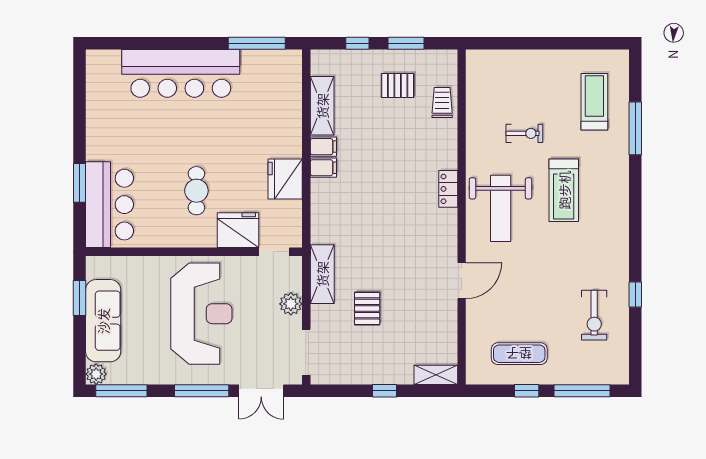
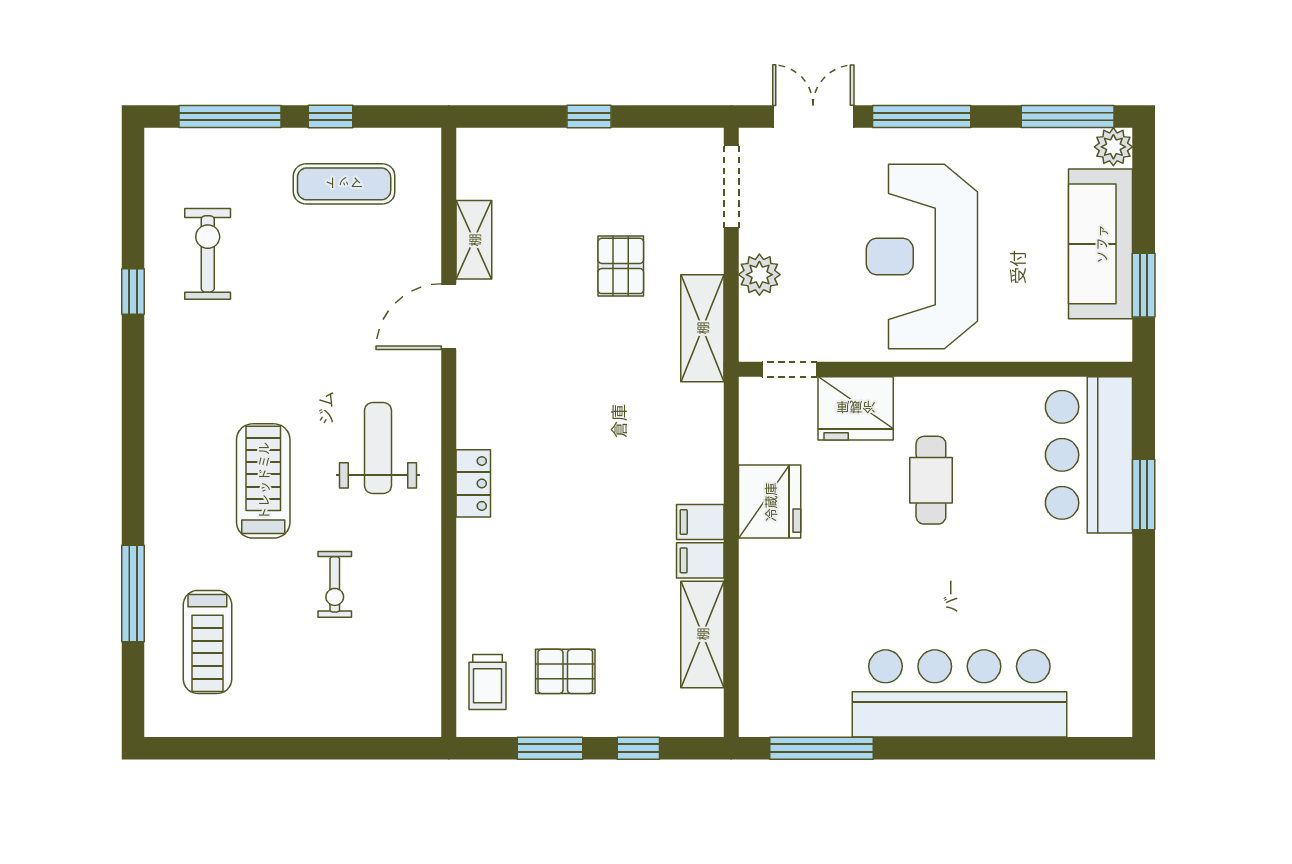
trolley: (442, 102) -> (488, 682), moved
exercise bike: (524, 133) -> (335, 584), turned -90
weight bench: (501, 208) -> (378, 448), width x0.73, depth x0.75
shelving: (436, 375) -> (474, 240), moved, turned 90

